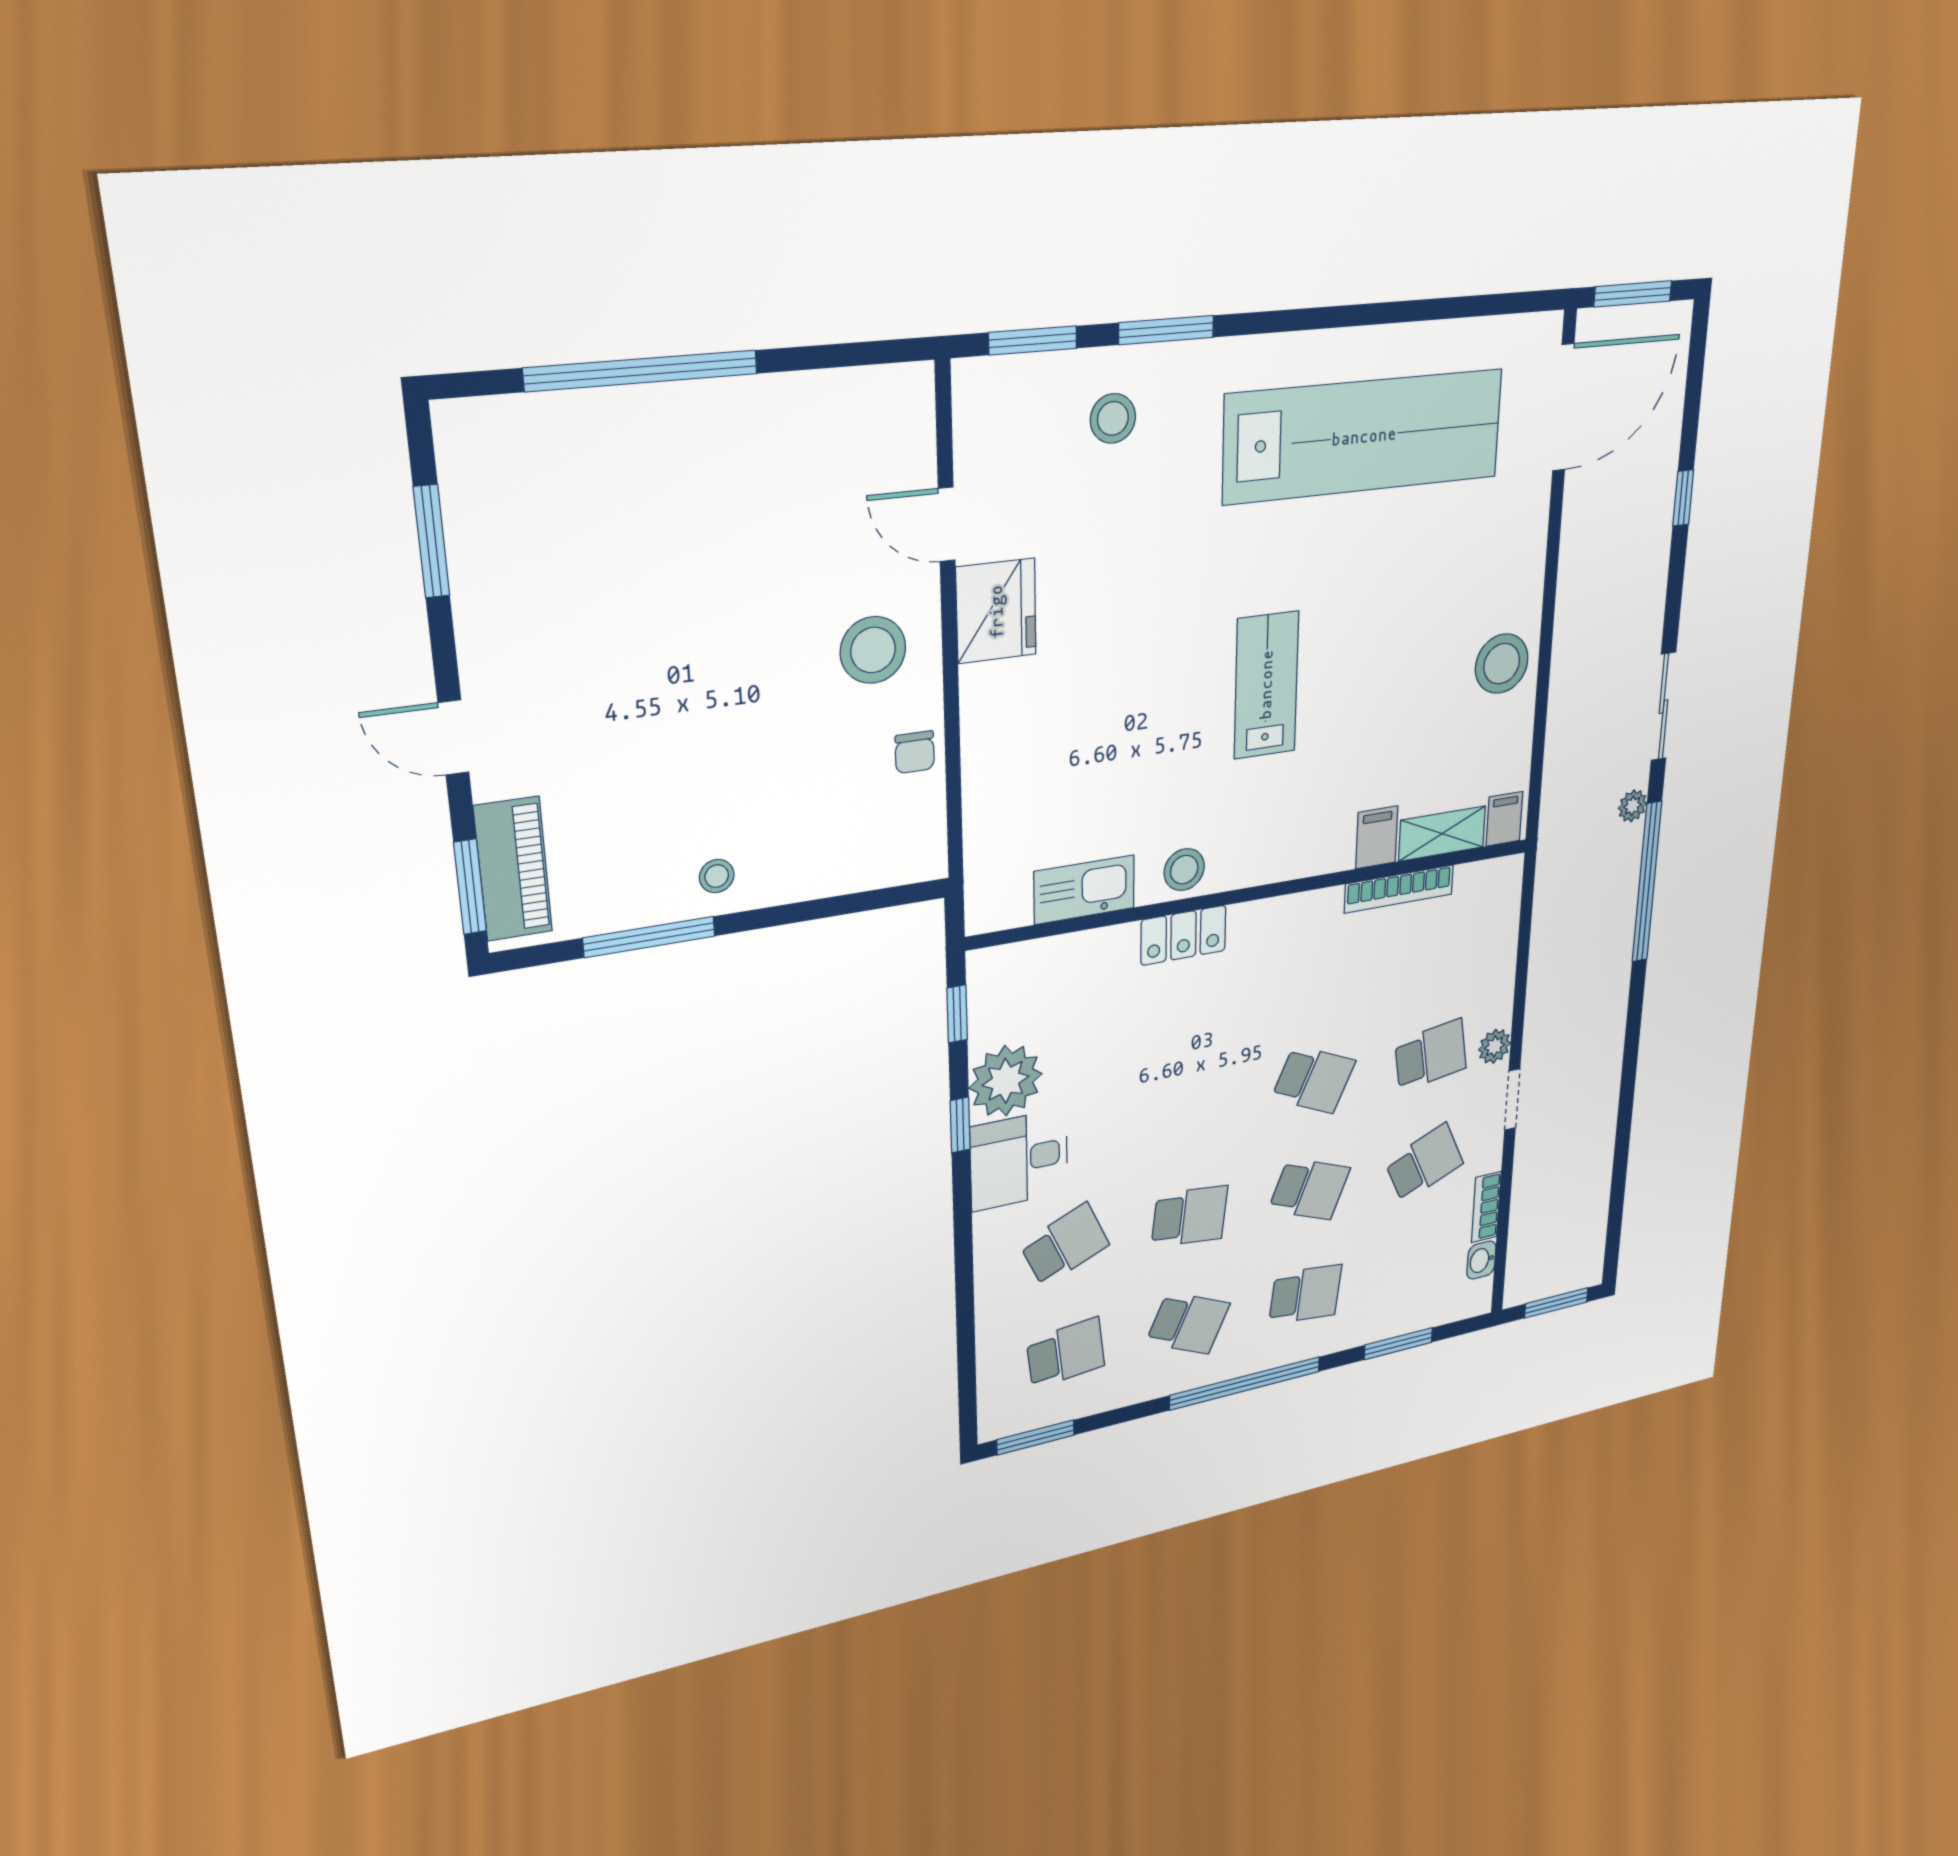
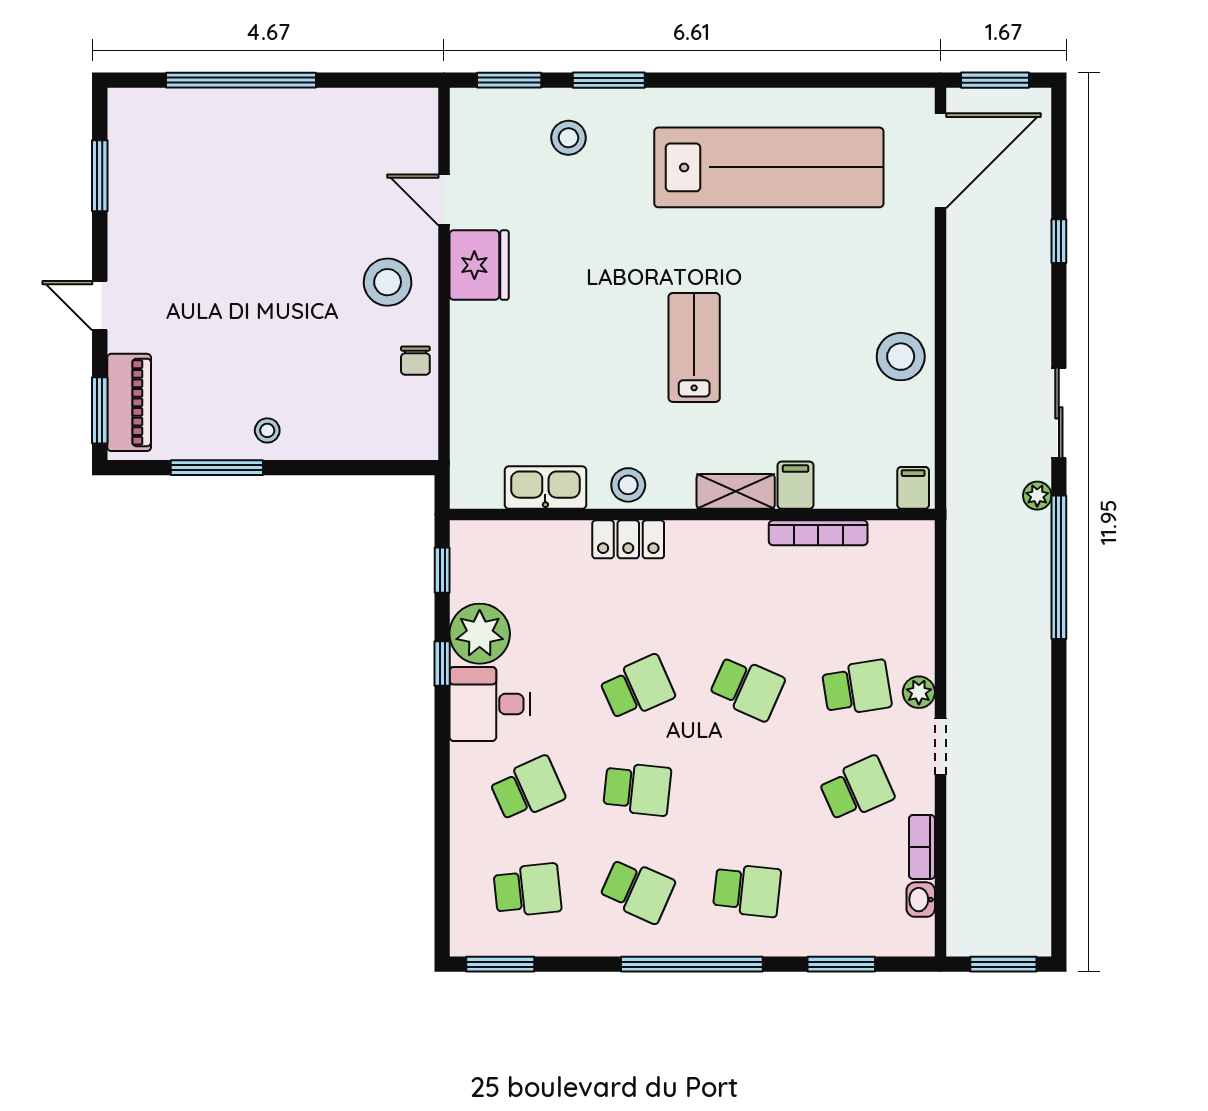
shelving: (1442, 834) -> (736, 491), moved
school desk: (1309, 1189) -> (637, 688), moved, turned -45

